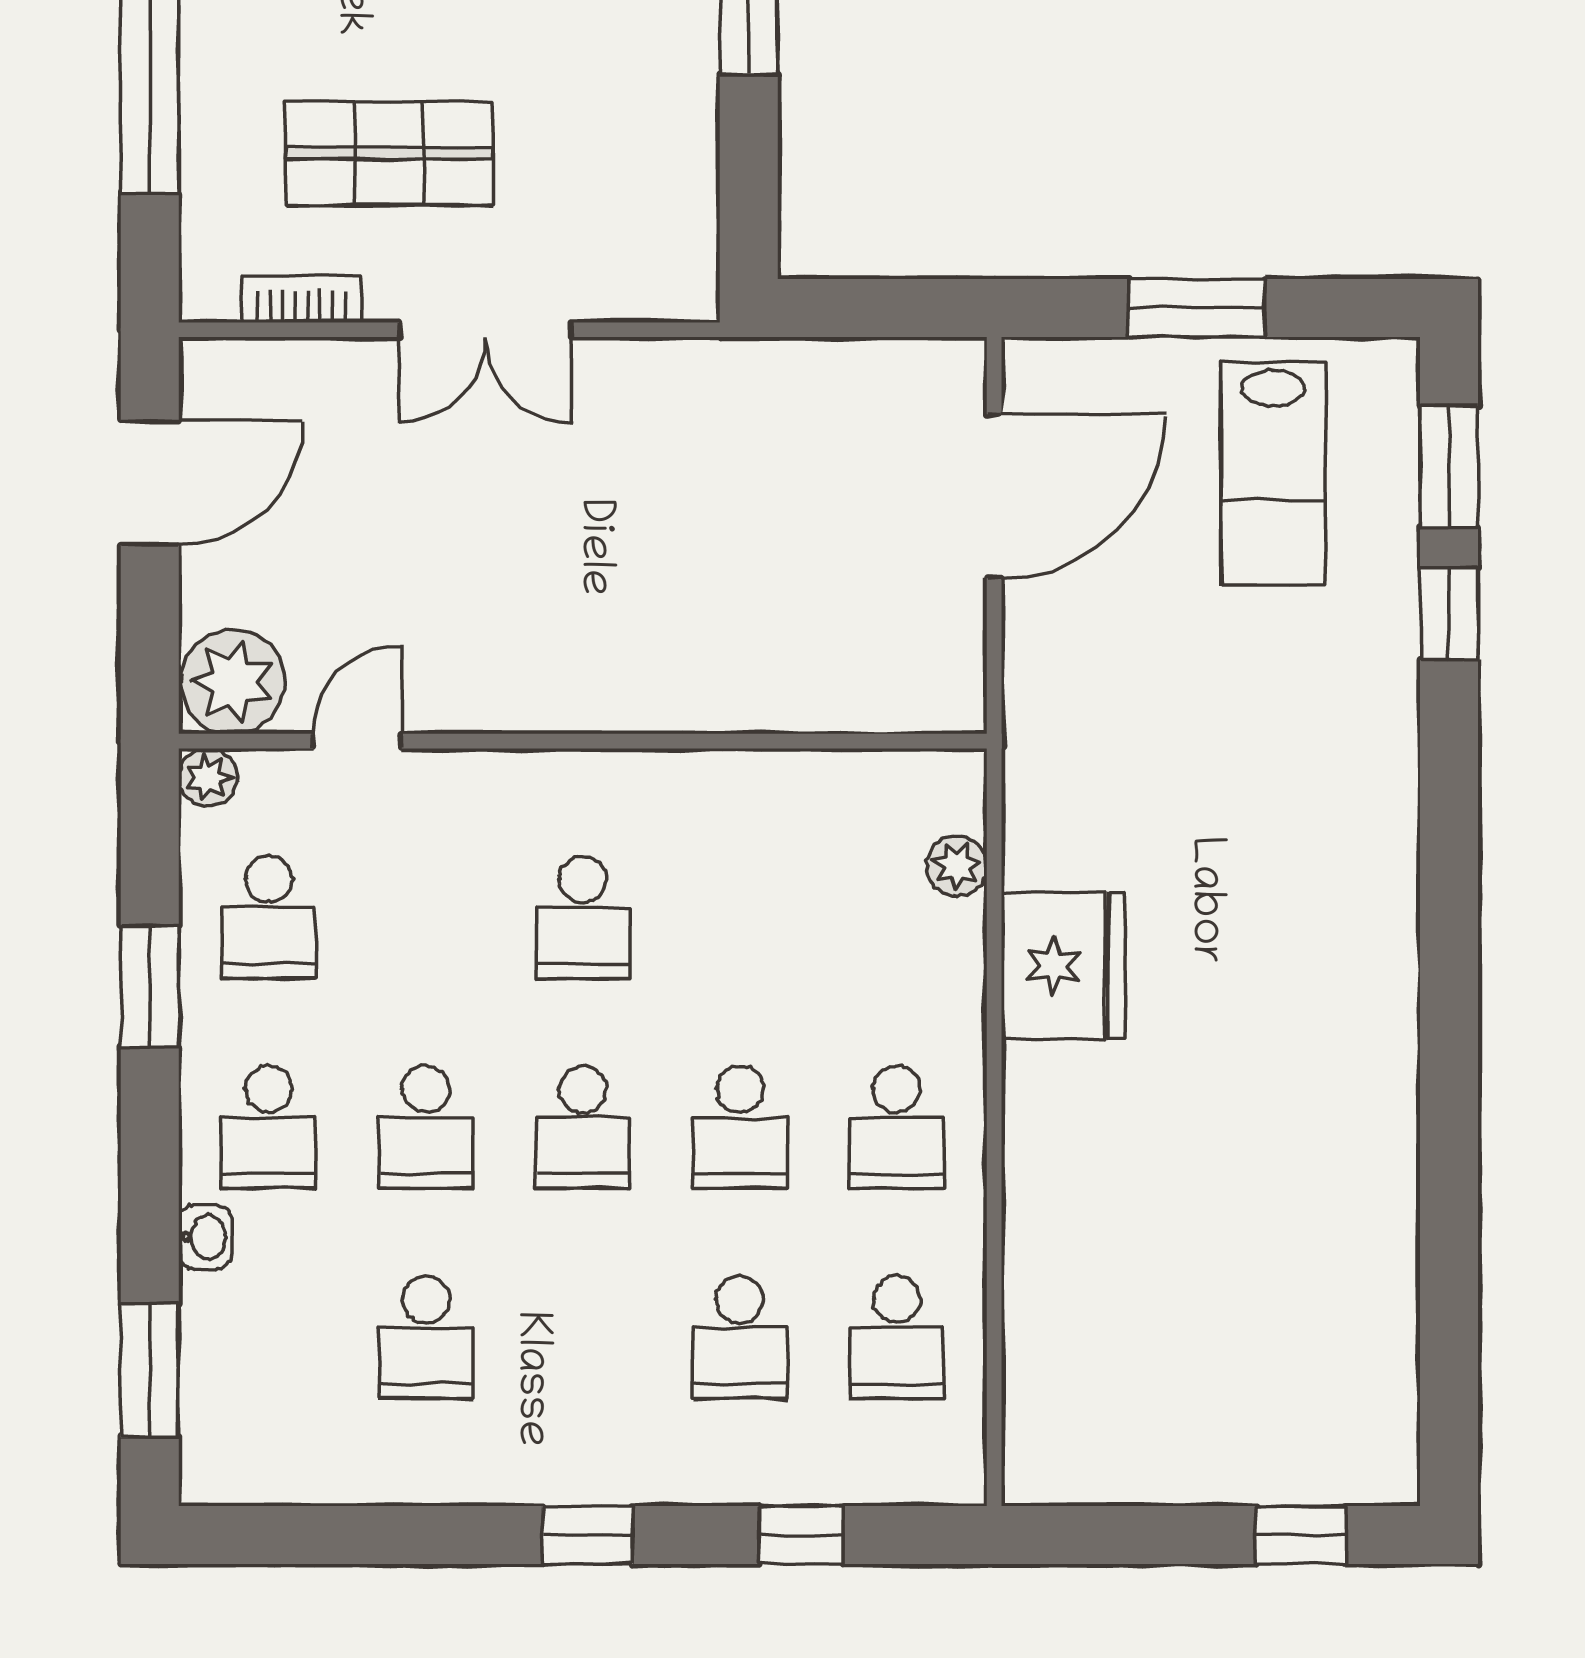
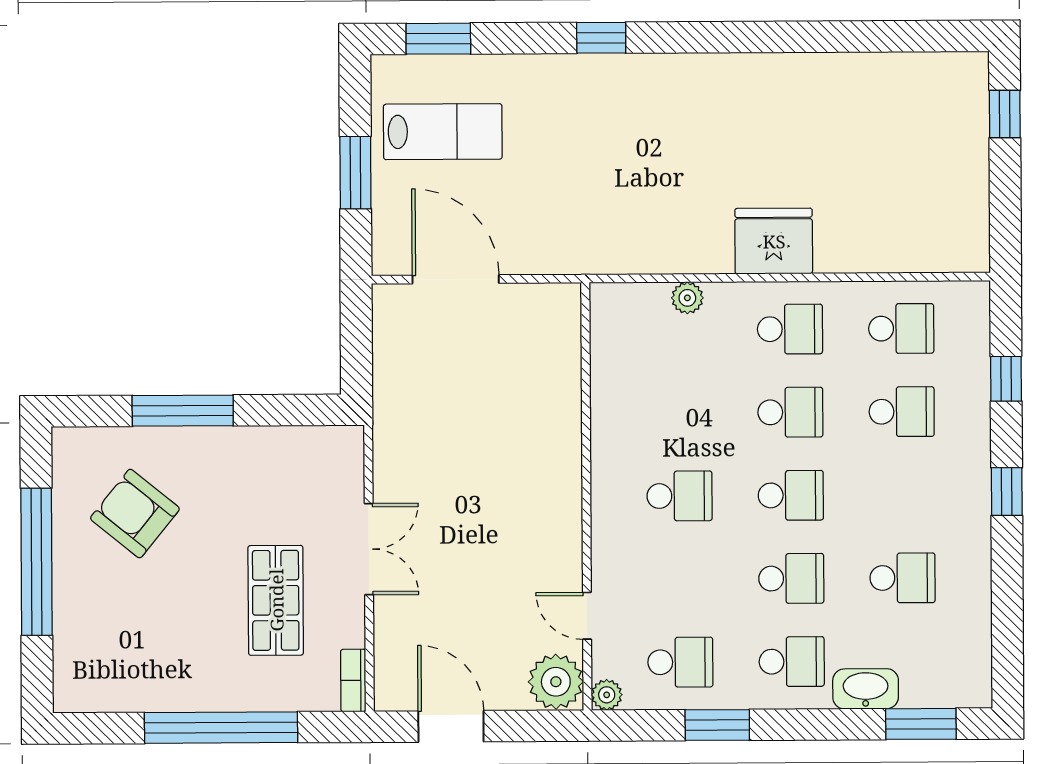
bookcase: (302, 299) -> (353, 680), moved
window: (1449, 614) -> (601, 38), moved
plant: (957, 866) -> (687, 298), moved
fridge: (1063, 965) -> (774, 241), moved
washbasin: (205, 1237) -> (866, 689), width x1.91, depth x1.45

